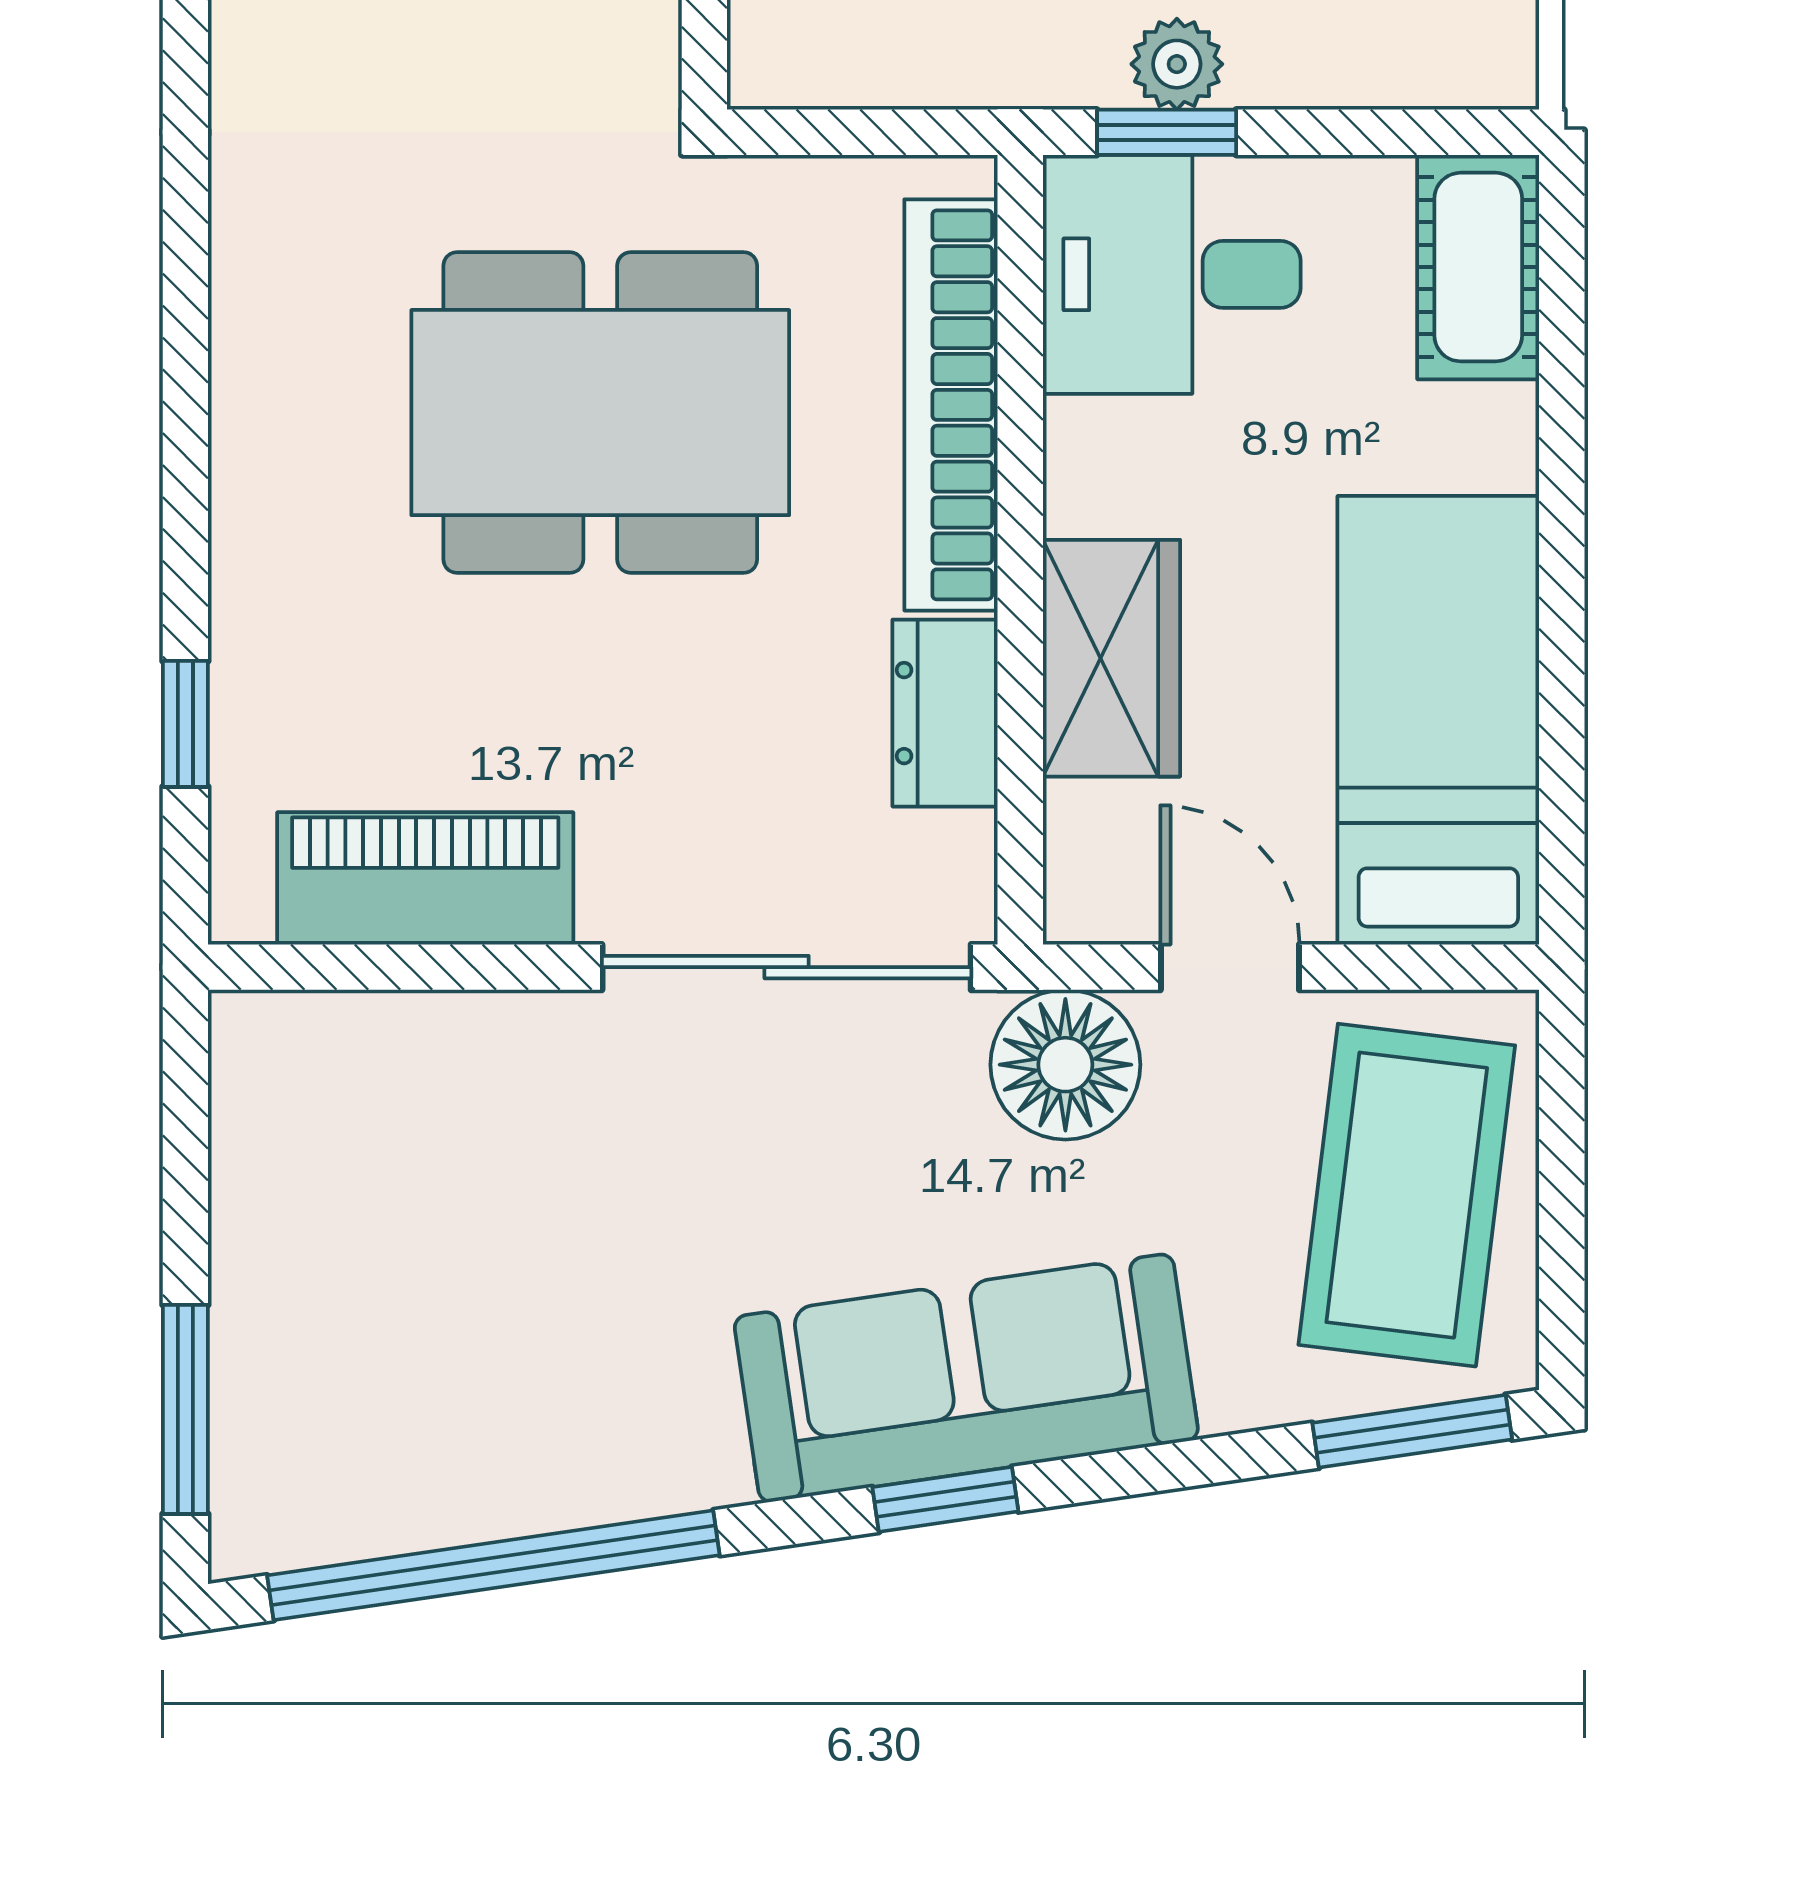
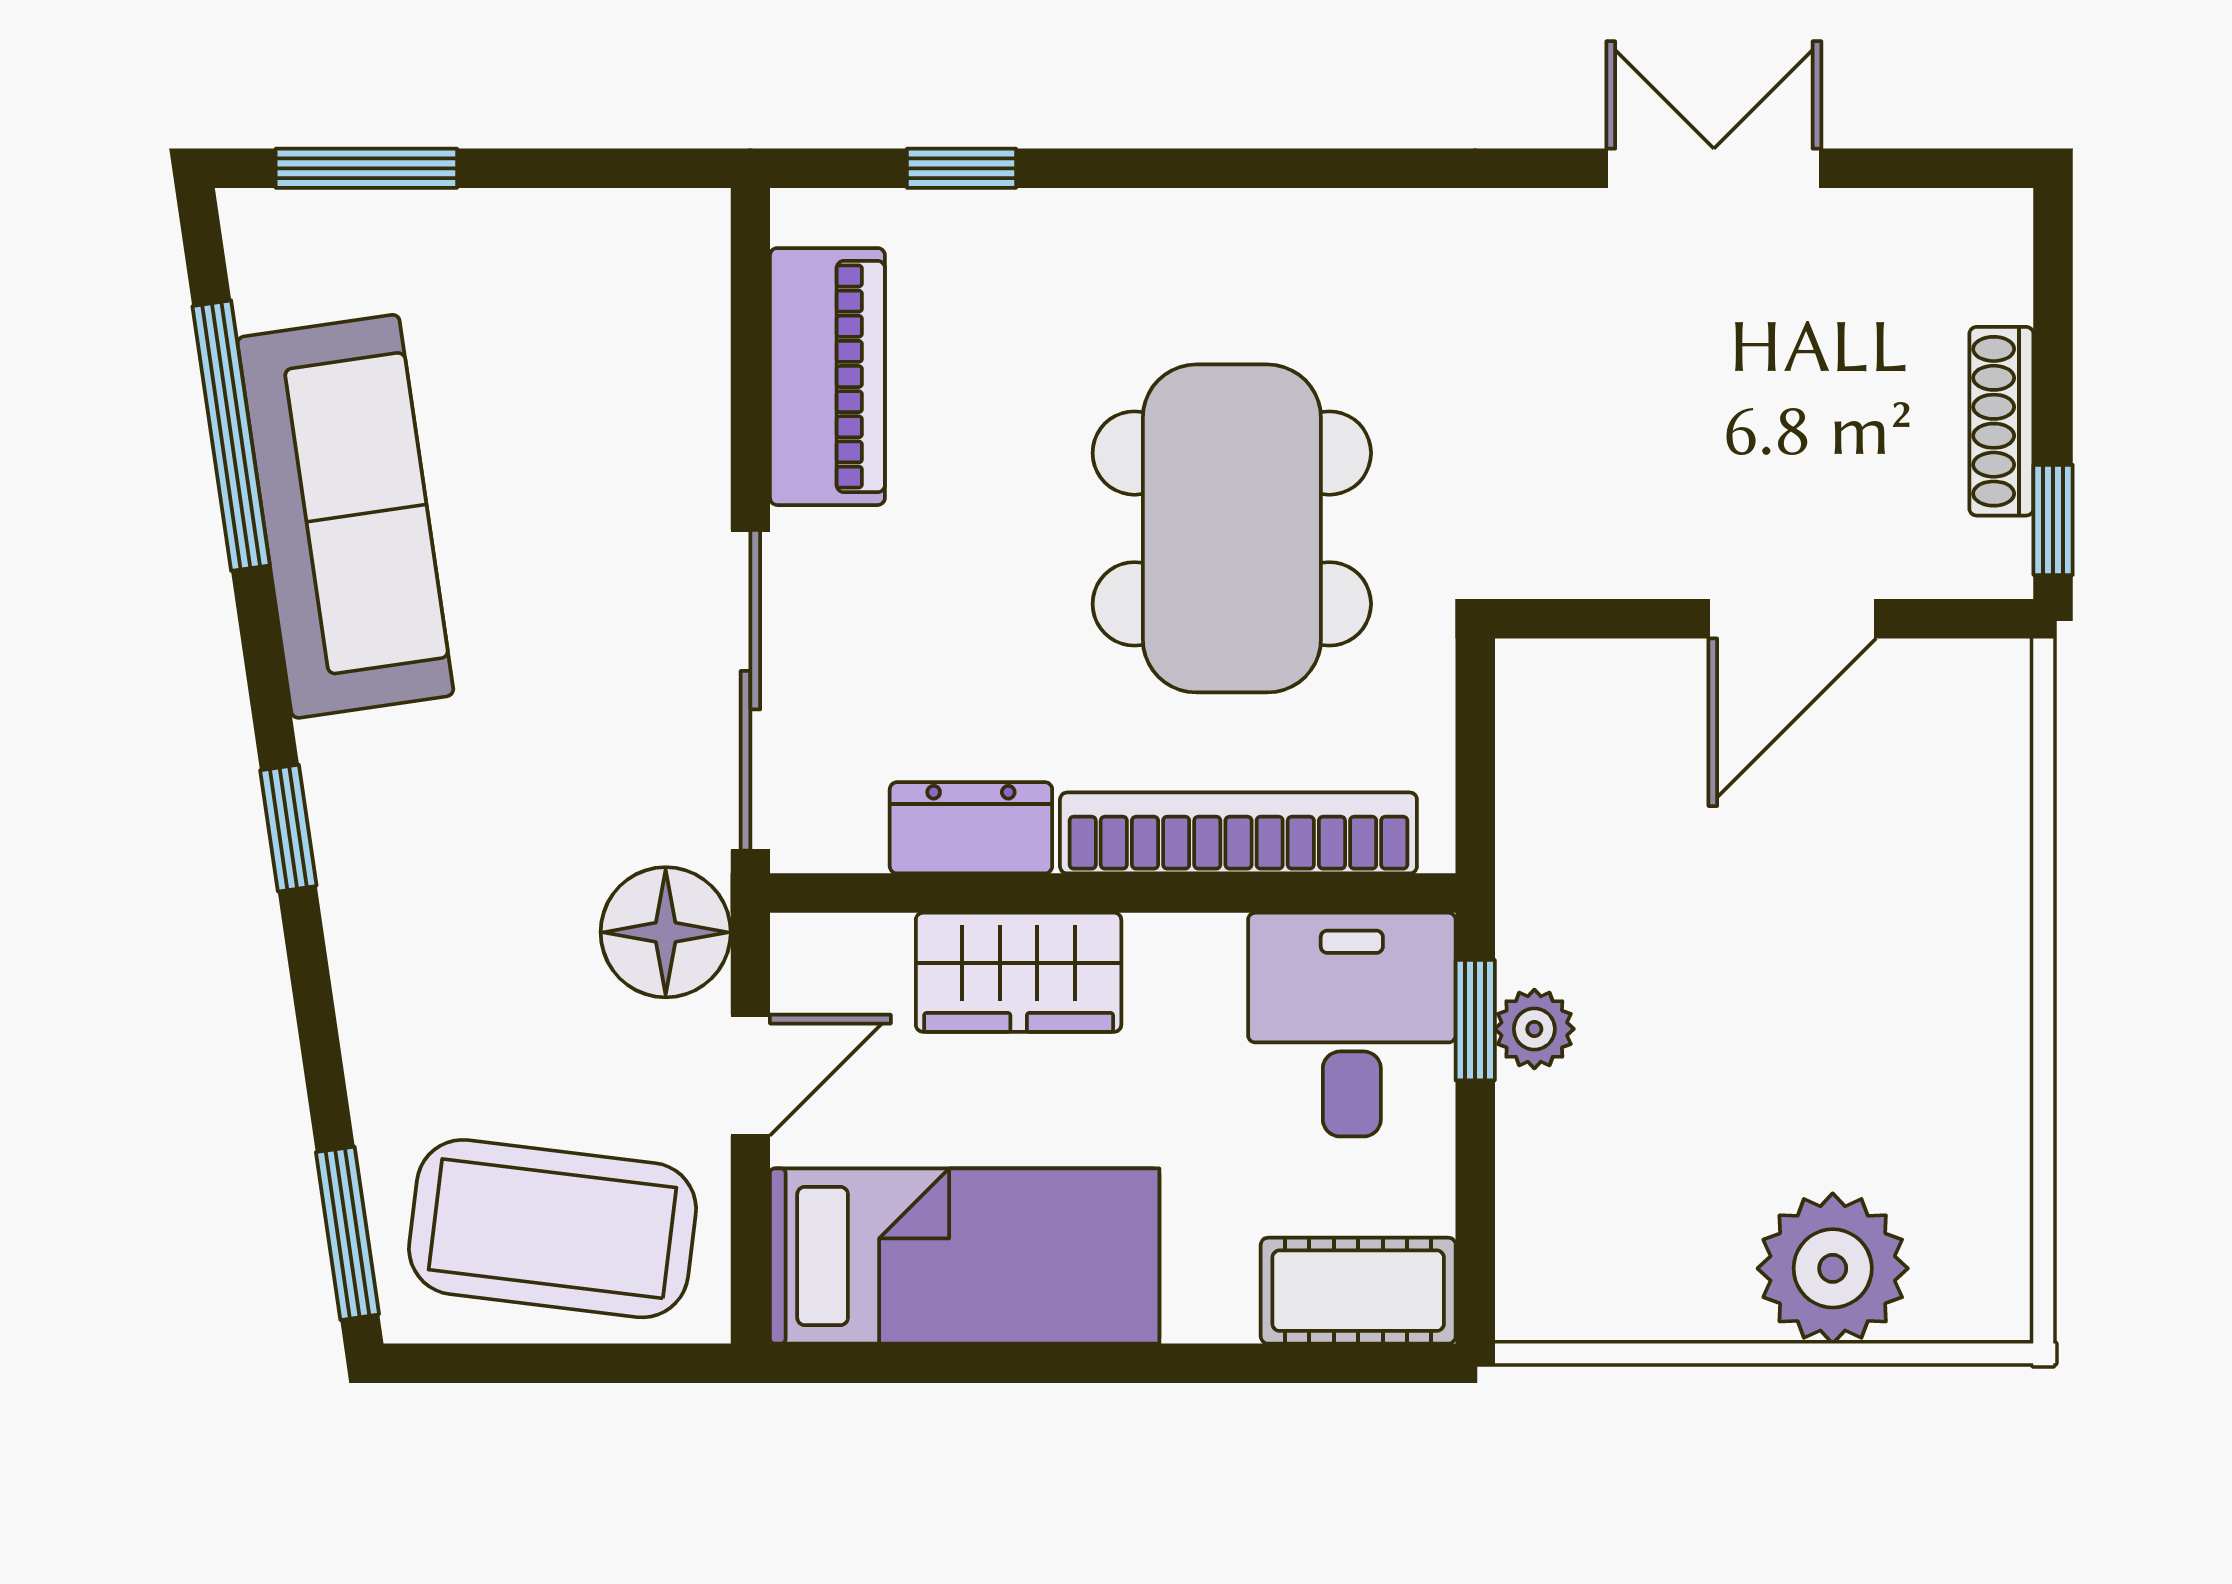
sofa: (966, 1378) -> (345, 516), moved
window: (493, 1565) -> (231, 436), width x0.68

